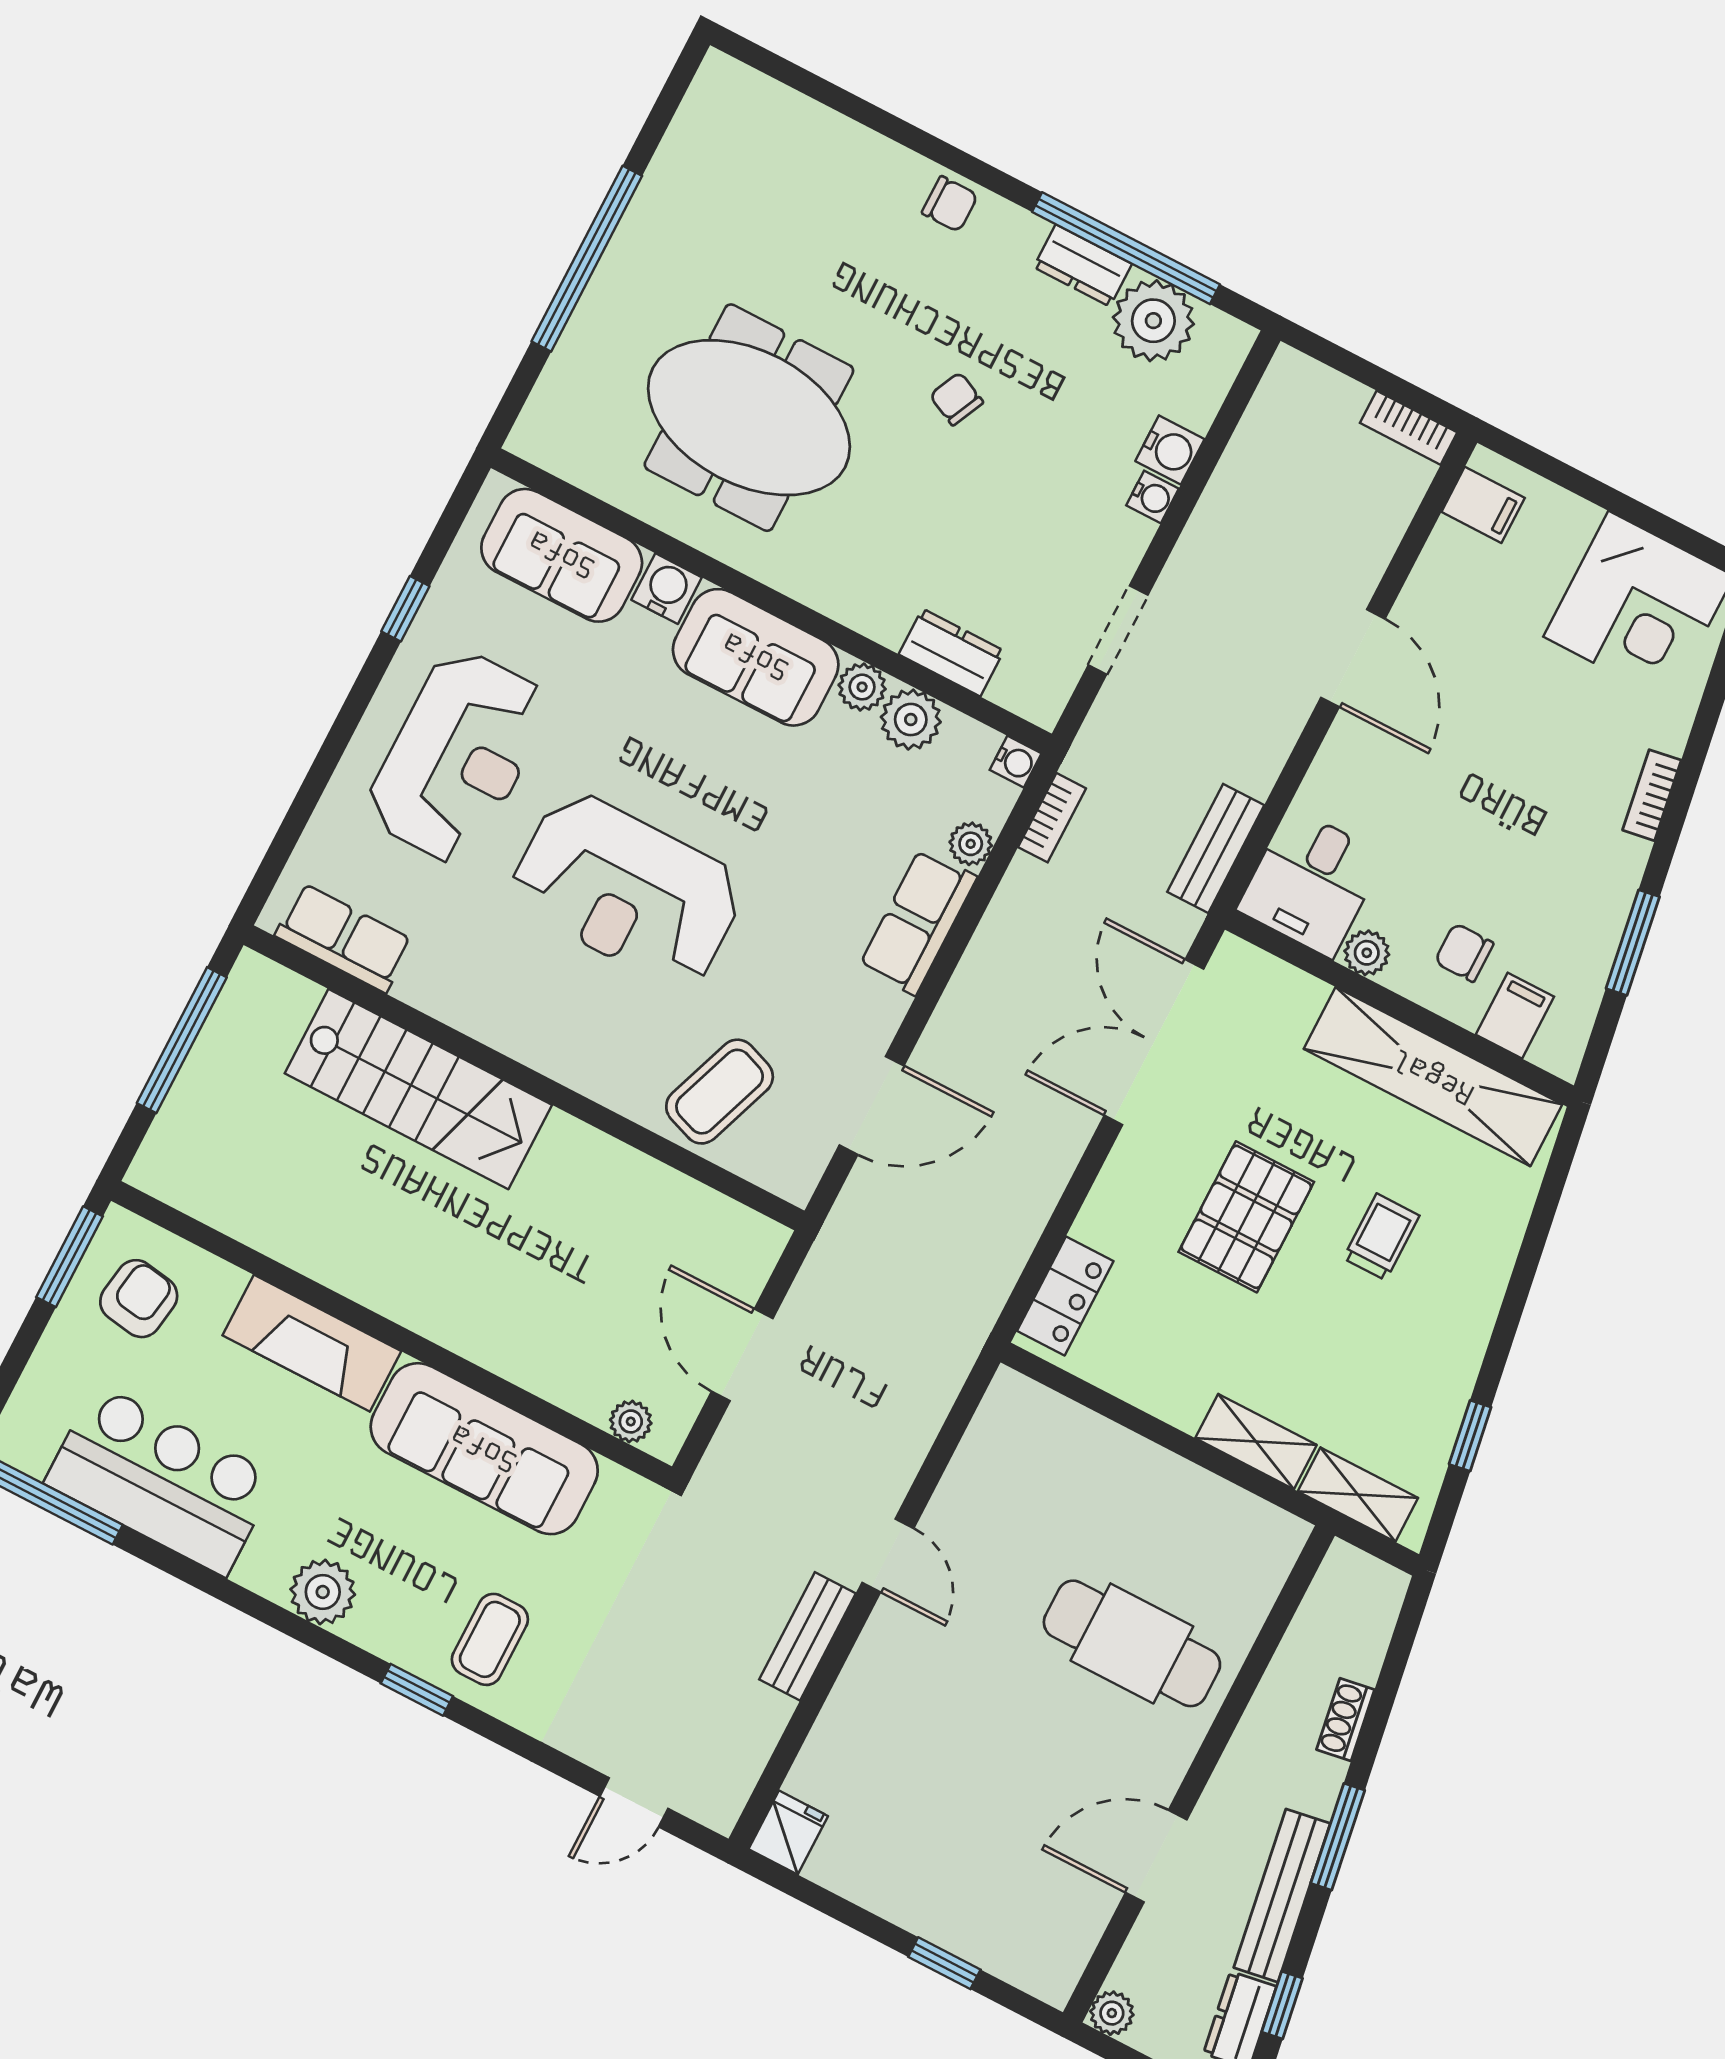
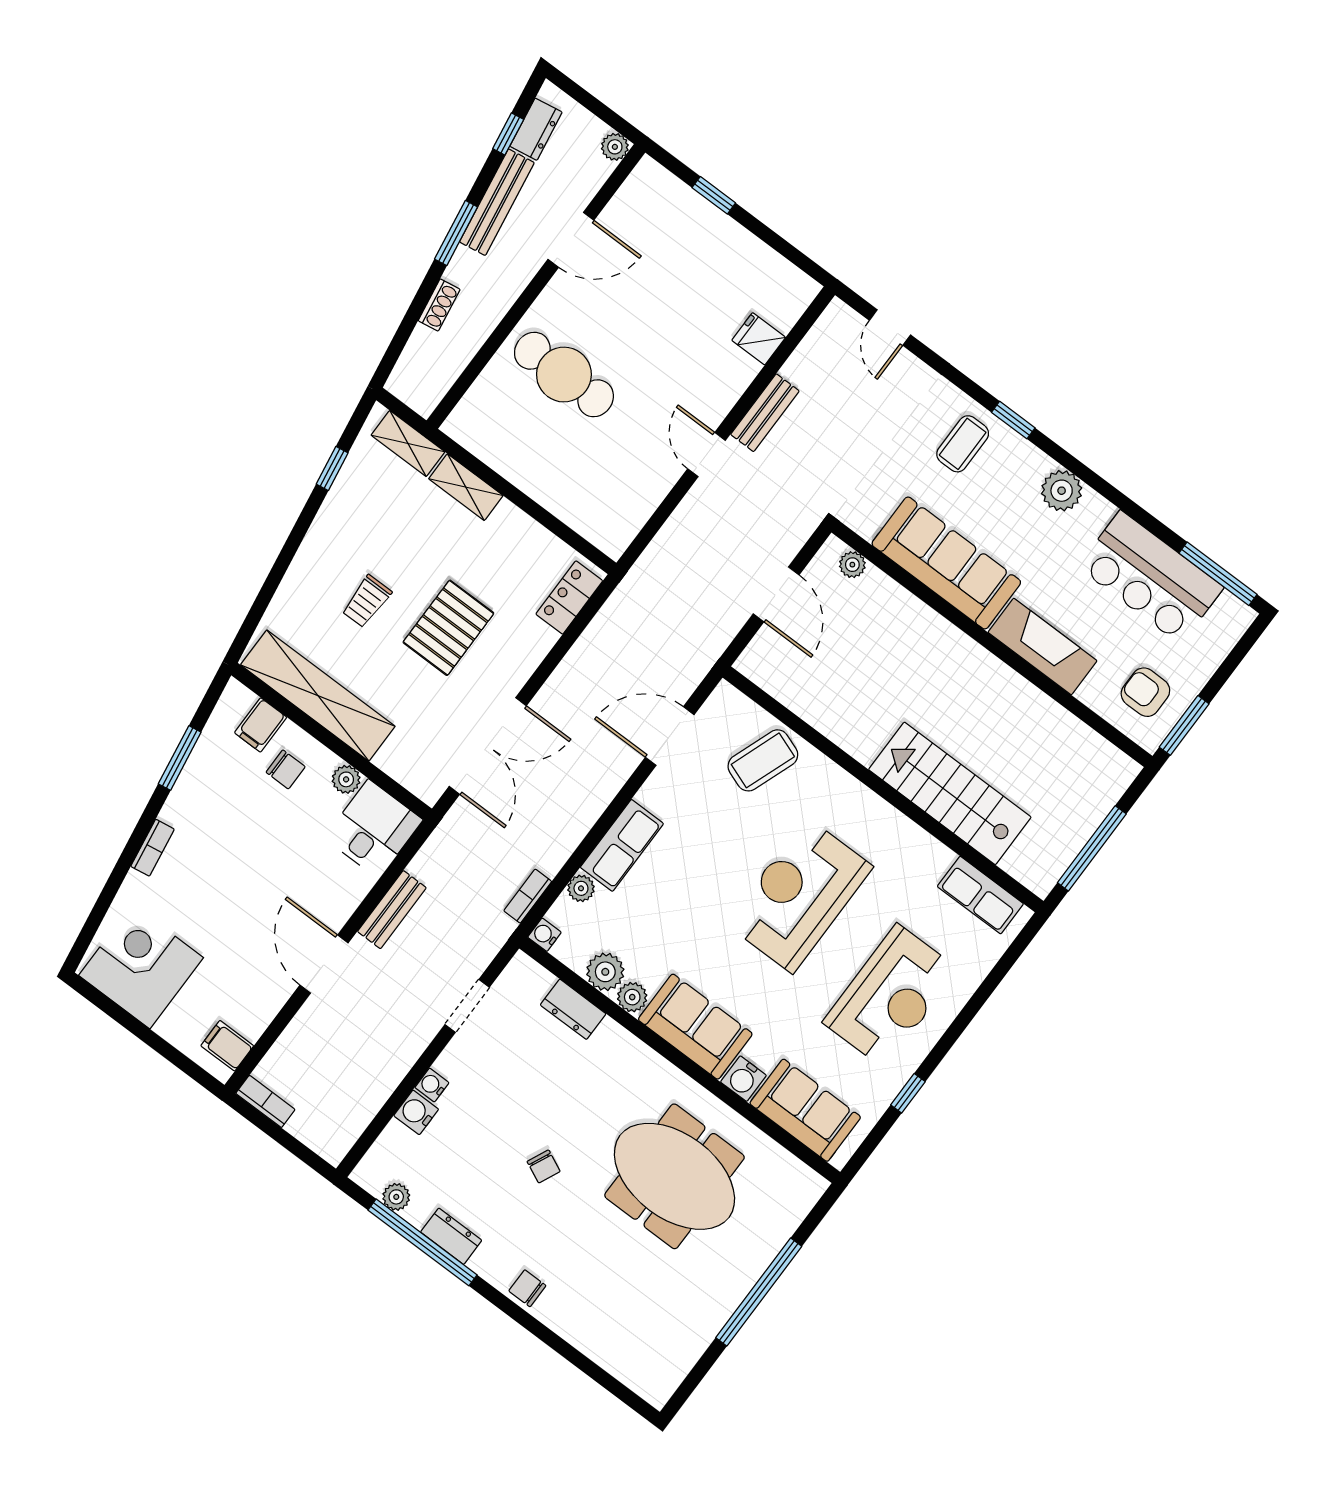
plant: (1153, 321) -> (396, 1197), width x0.53, depth x0.53
reception desk: (458, 757) -> (891, 996), turned 180
bench: (1216, 848) -> (392, 910), moved
reception desk: (627, 890) -> (799, 895), turned -90
armchair: (139, 1299) -> (1145, 692), turned 81
door: (634, 1802) -> (890, 328), swing flipped
fridge: (788, 1833) -> (759, 339), moved, turned 90

